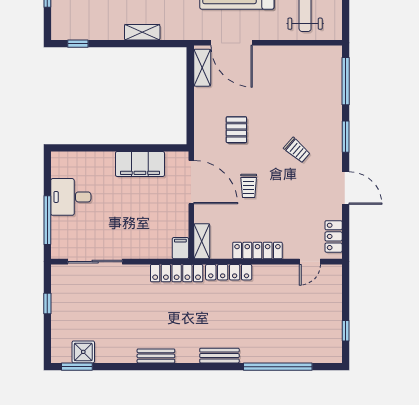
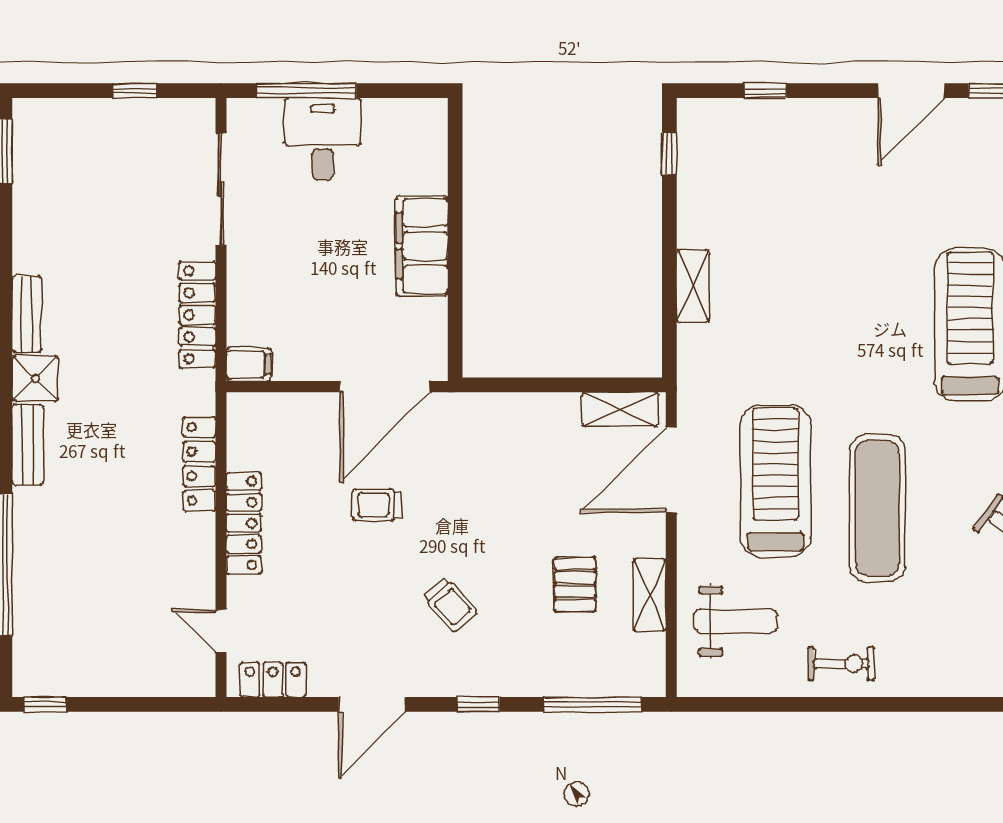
pallet: (236, 130) -> (575, 585), moved, turned 90
window: (346, 137) -> (478, 704), width x0.67
trolley: (297, 150) -> (450, 605), turned -83
filing cabinet: (140, 164) -> (422, 246), moved
desk: (71, 197) -> (323, 139), moved
shelving: (202, 241) -> (649, 595), moved, turned 90
locker: (177, 273) -> (197, 315), moved
window: (346, 331) -> (45, 704), moved
shower: (83, 352) -> (35, 379), moved

